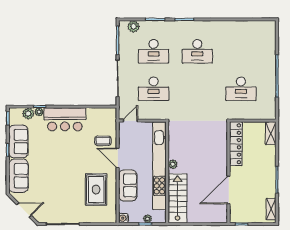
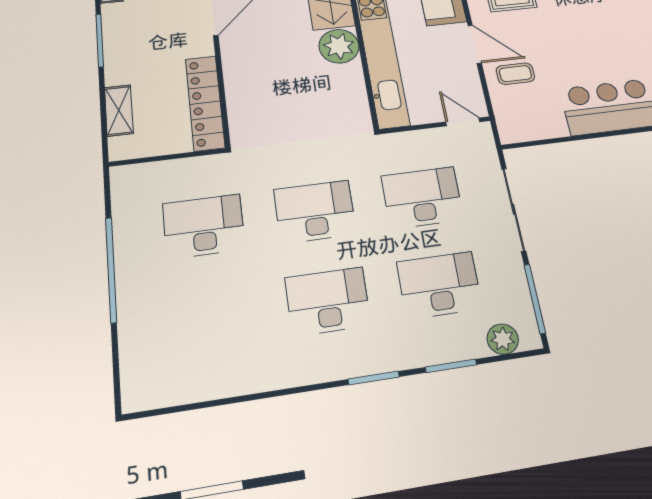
desk: (197, 89) -> (315, 212), added
door: (130, 121) -> (463, 122), swing flipped
shelving: (271, 133) -> (119, 110), moved
plant: (173, 164) -> (339, 46), width x1.87, depth x1.87

